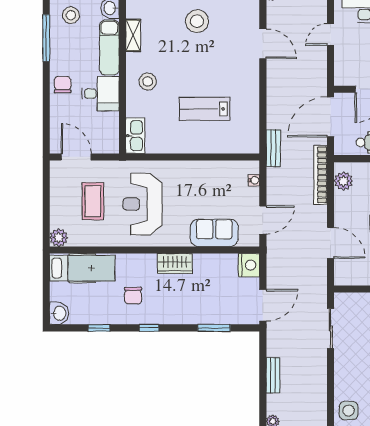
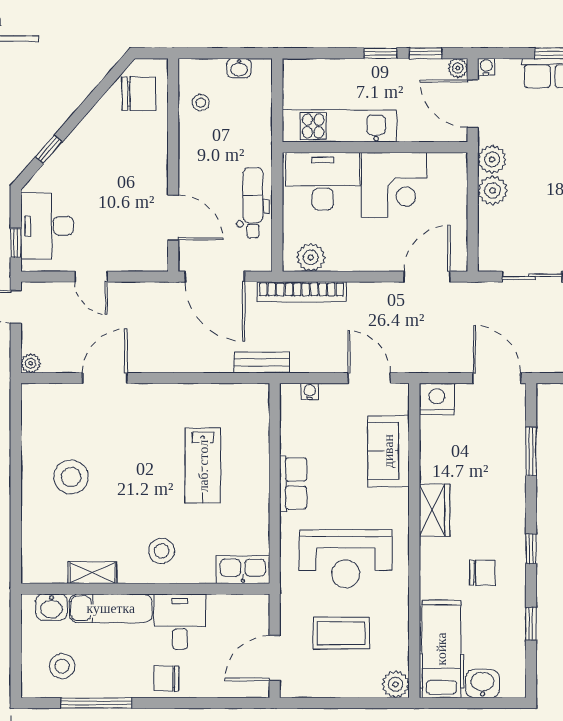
row of seats: (193, 169) -> (293, 484), added
door: (331, 243) -> (427, 277), moved
washbasin: (59, 313) -> (482, 684), moved

